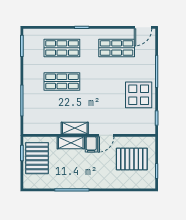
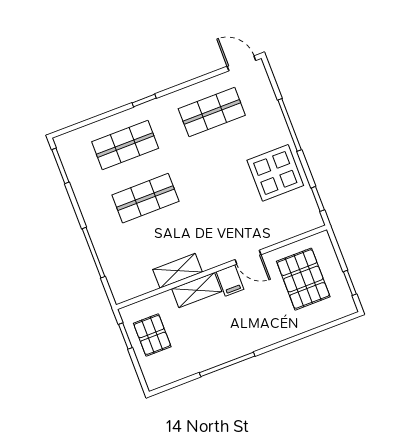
door: (143, 27) -> (241, 63), swing flipped
shelving: (75, 128) -> (178, 271), moved
door: (106, 135) -> (248, 257), hinge flipped
pallet: (37, 158) -> (152, 335), width x0.67, depth x0.71
pallet: (132, 159) -> (303, 279), turned 90

